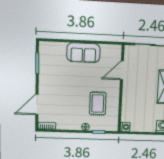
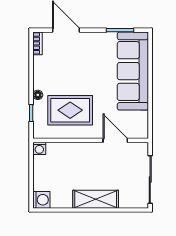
sofa: (83, 53) -> (133, 71), width x1.85, depth x1.27
rug: (98, 103) -> (70, 110), width x1.36, depth x1.43

